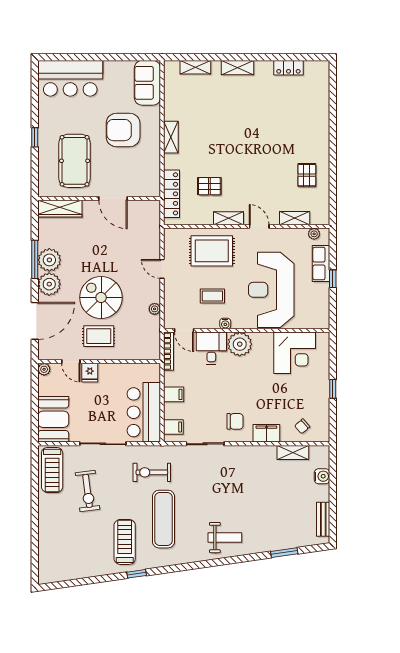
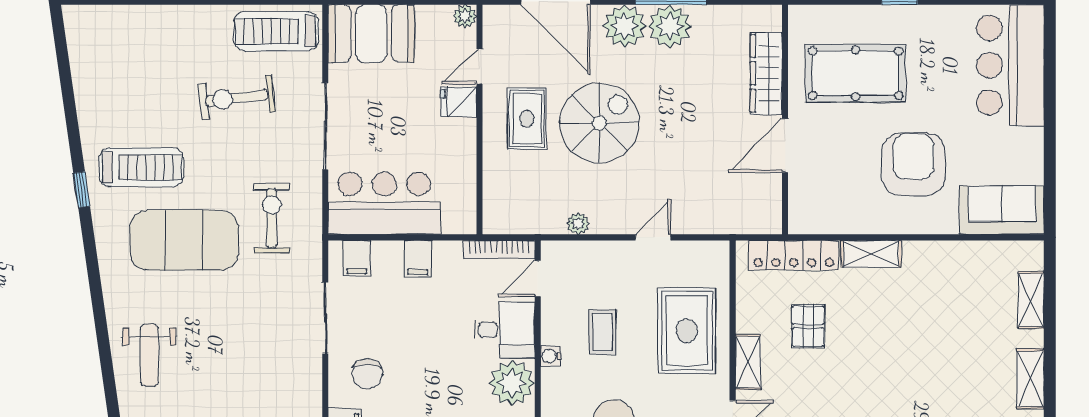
shelving: (171, 137) -> (871, 254), moved
wardrobe: (60, 209) -> (766, 73), moved
exercise mat: (164, 519) -> (184, 240), width x1.47

